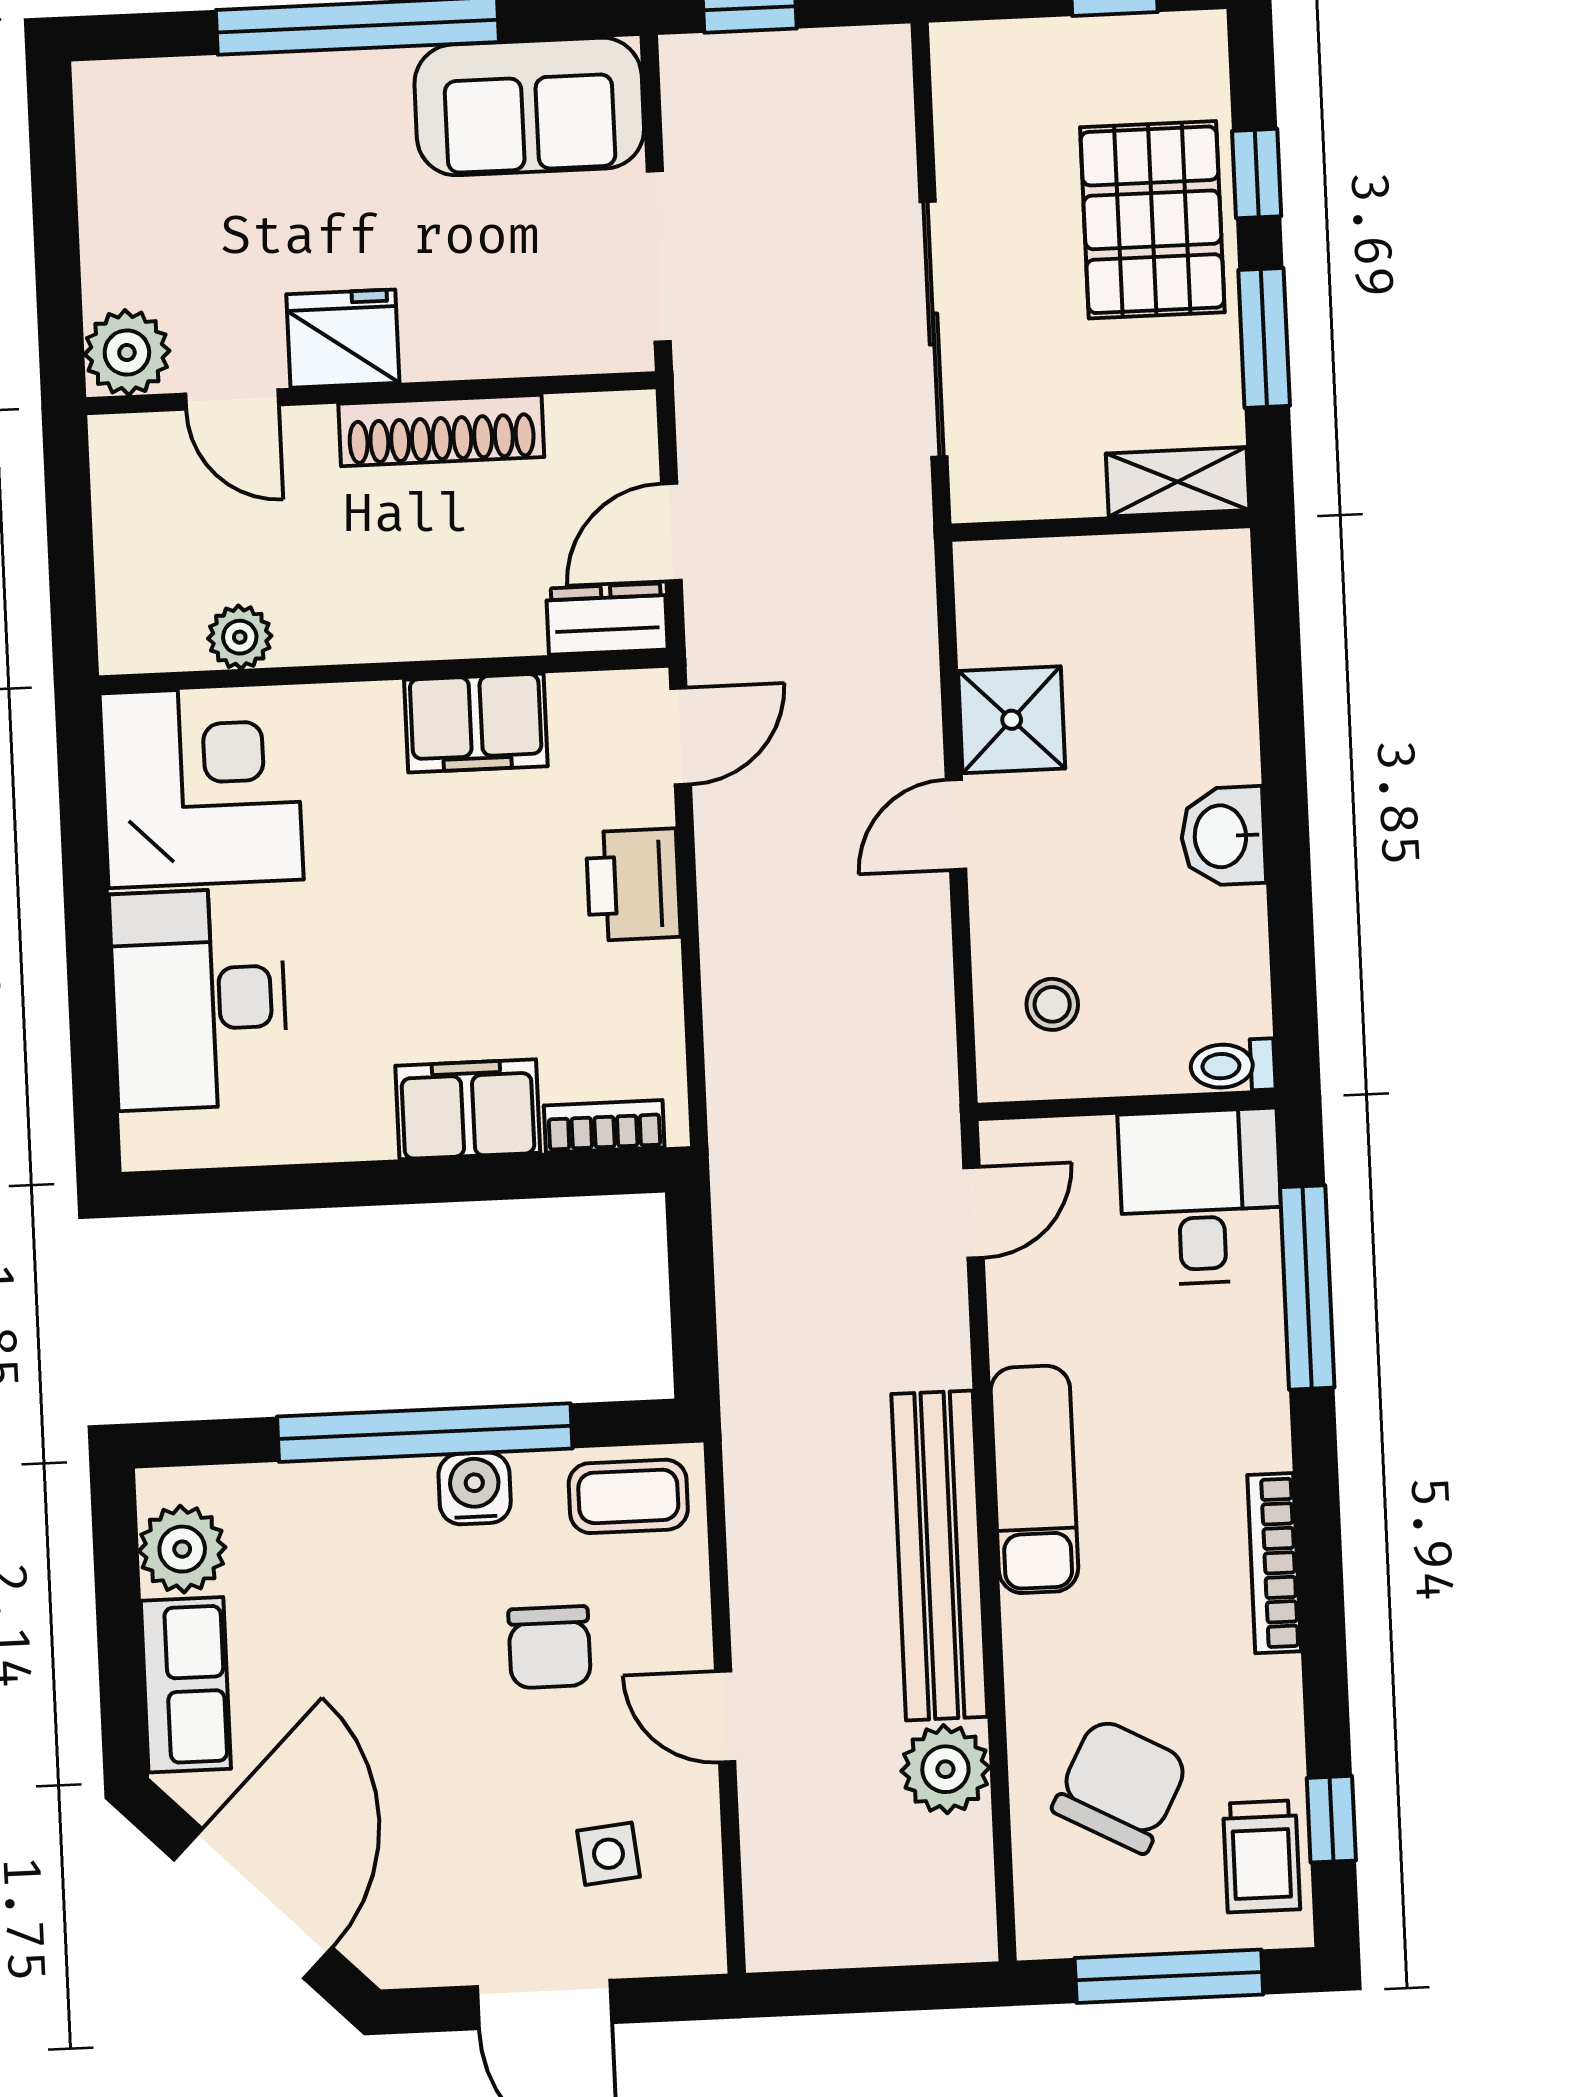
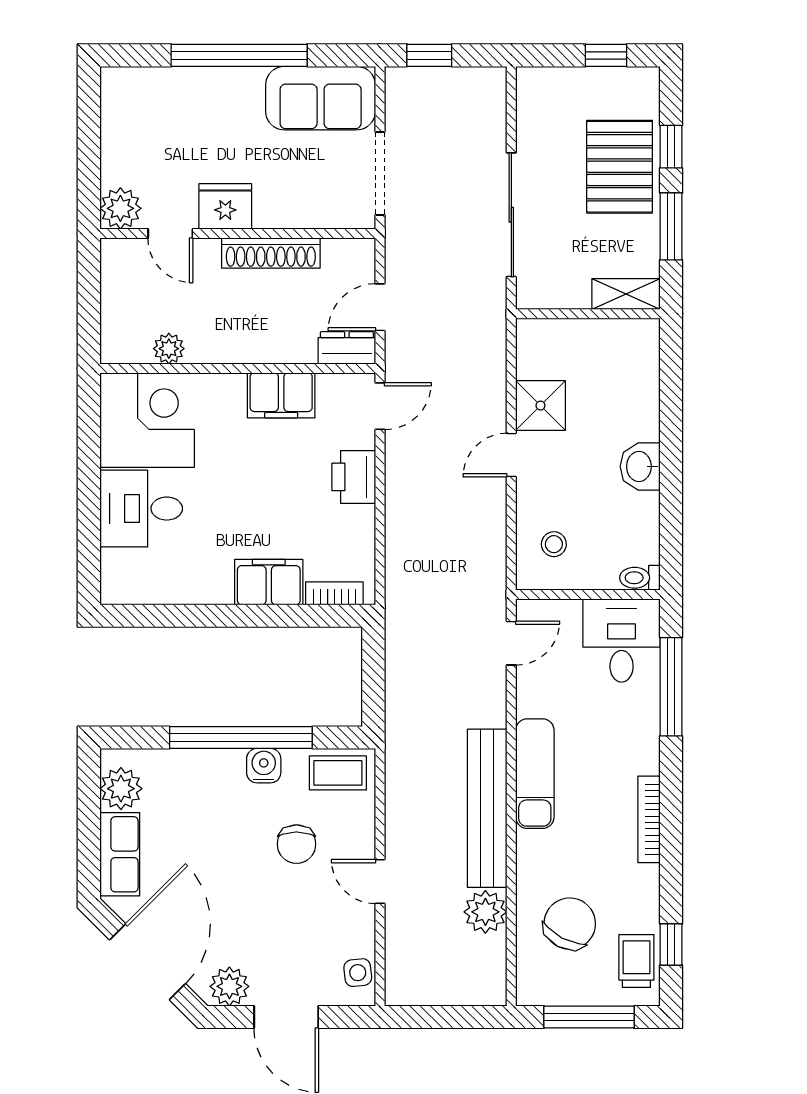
desk: (199, 999) -> (141, 509), width x0.73
side table: (608, 1854) -> (358, 973), moved
trolley: (1262, 1856) -> (636, 961), turned 180
plant: (424, 1947) -> (229, 986), added

